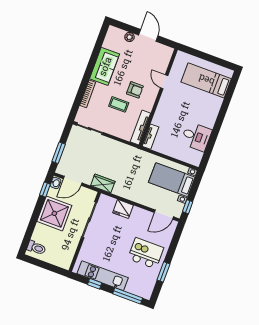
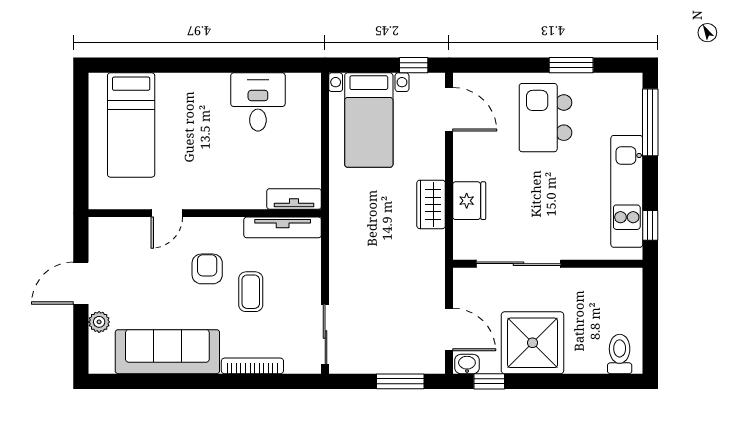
sofa: (105, 66) -> (167, 352), width x1.36
wardrobe: (103, 184) -> (431, 204), moved
window: (95, 284) -> (650, 225), moved

